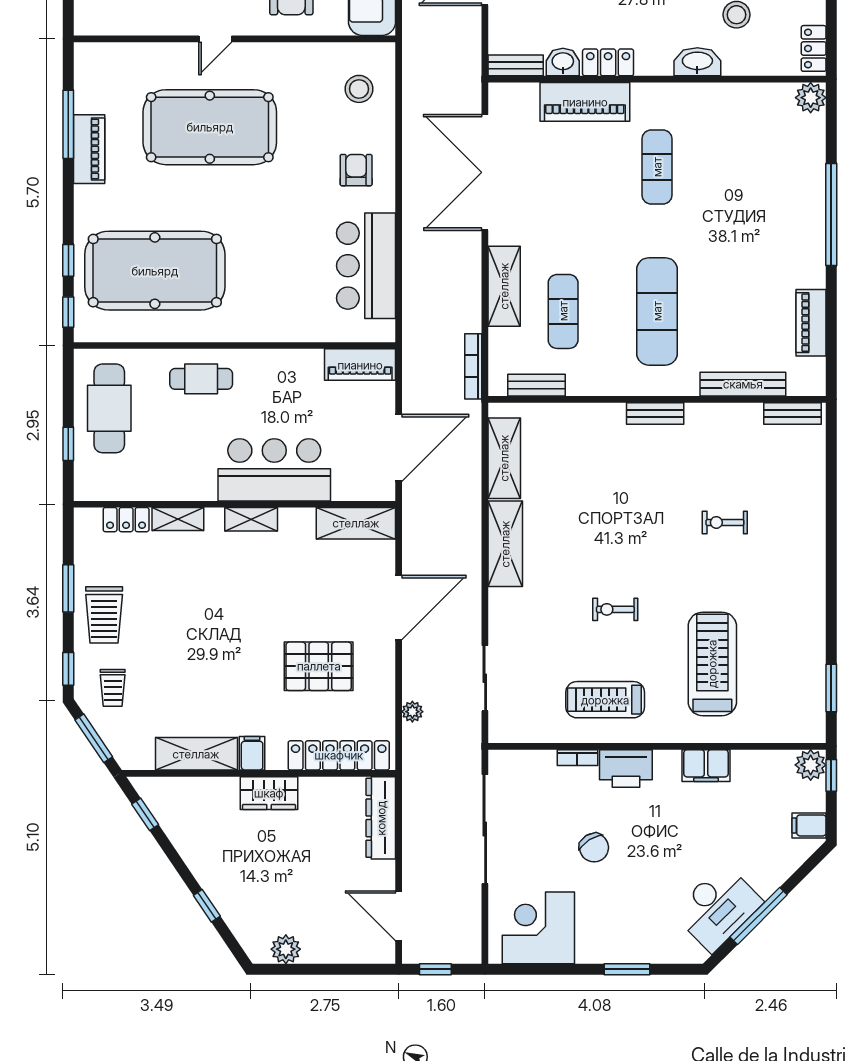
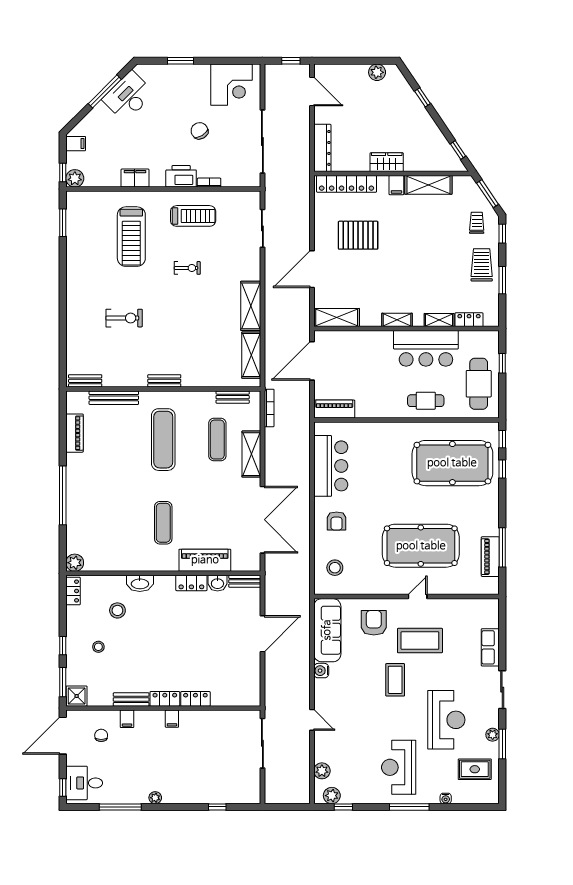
piano: (89, 149) -> (490, 557), moved
bar counter: (274, 470) -> (426, 348), moved
exercise bike: (725, 522) -> (124, 318), width x1.38, depth x1.39
plant: (412, 712) -> (304, 209), removed

